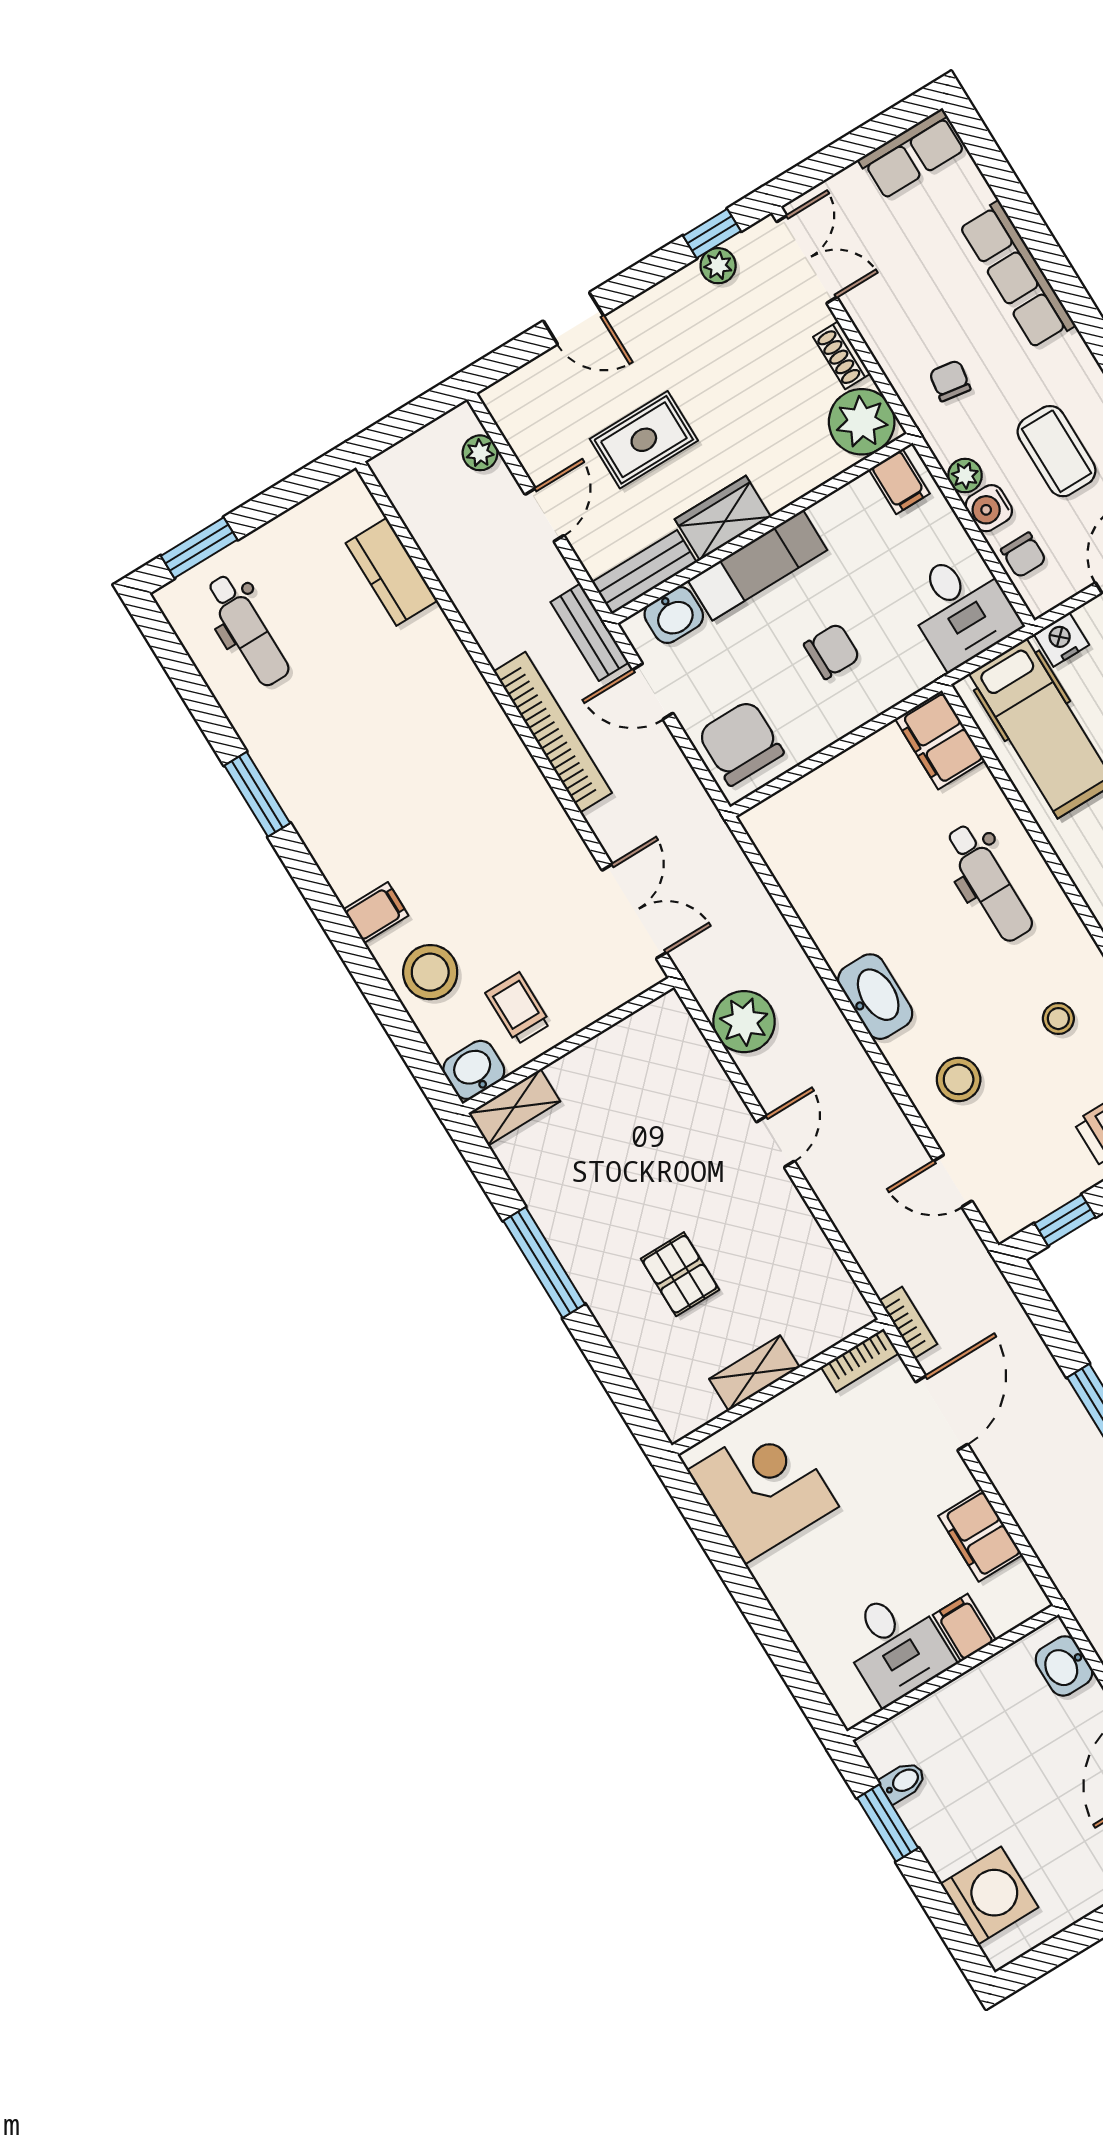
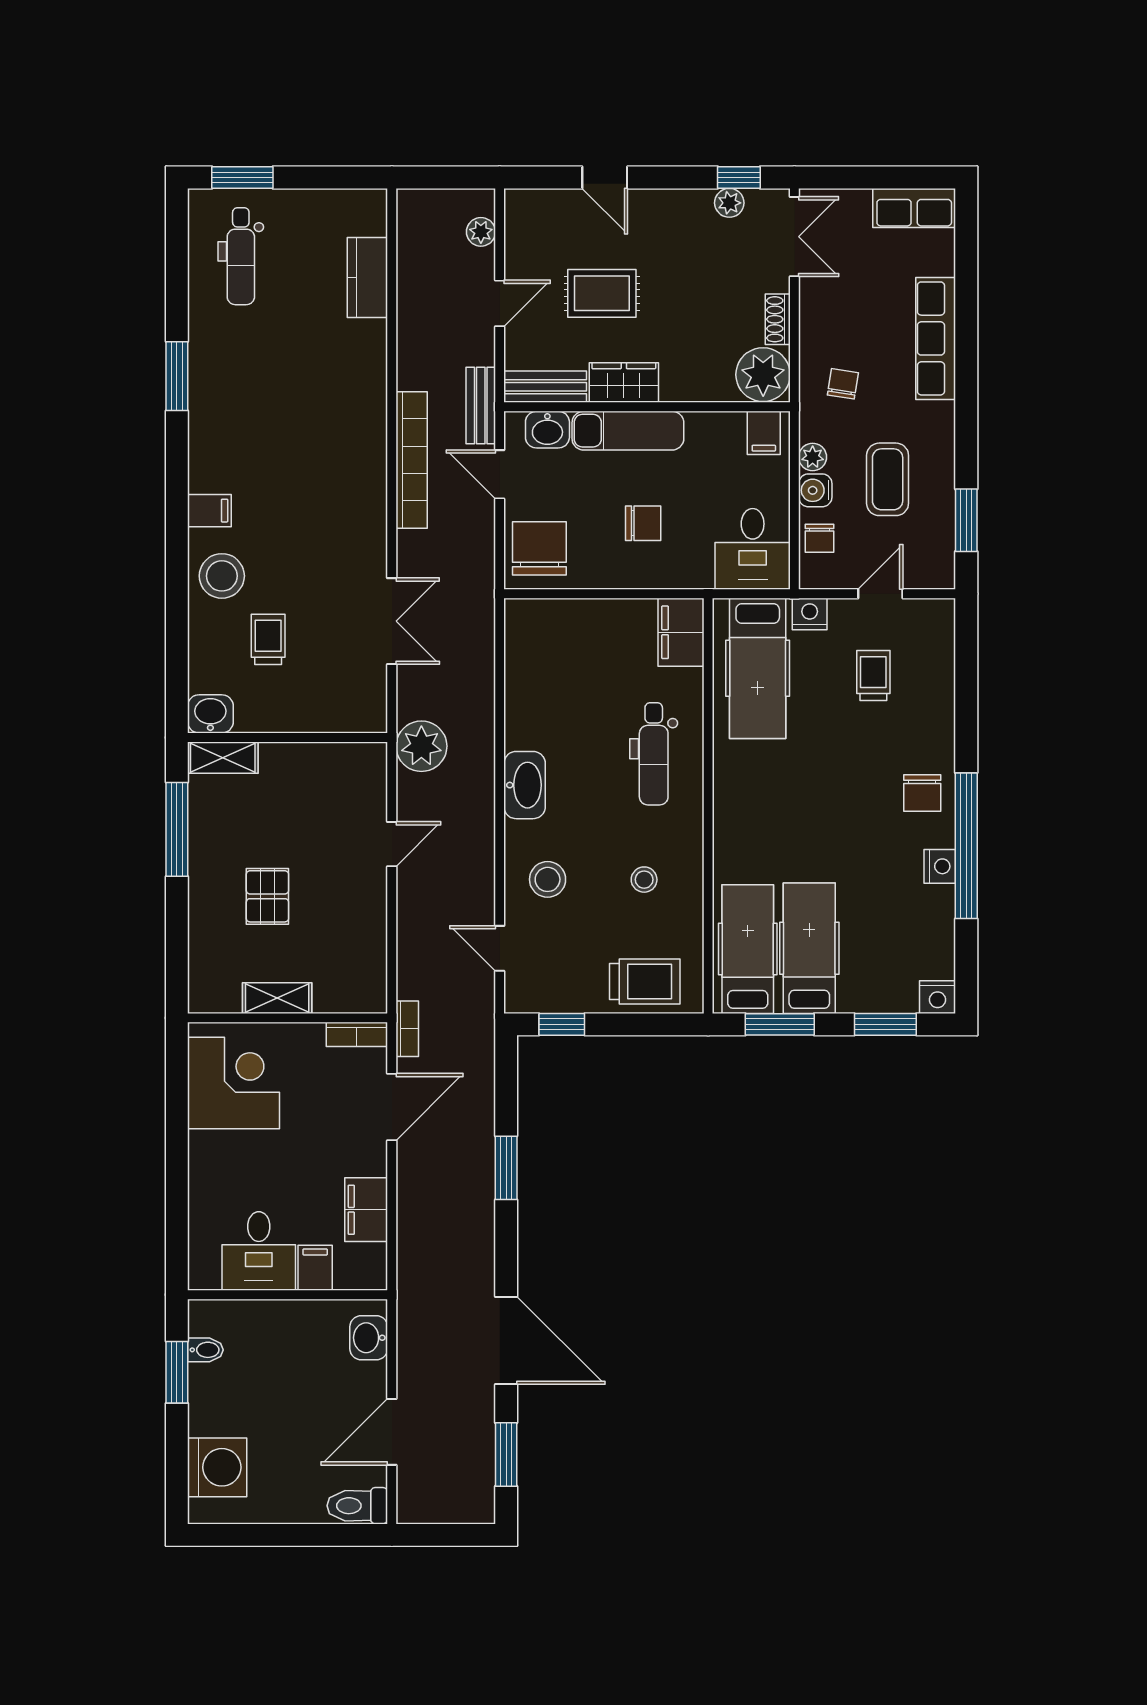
wall: (568, 1045) -> (288, 738), moved
washbasin: (474, 1070) -> (210, 714), moved
shelving: (514, 1107) -> (223, 758), moved

